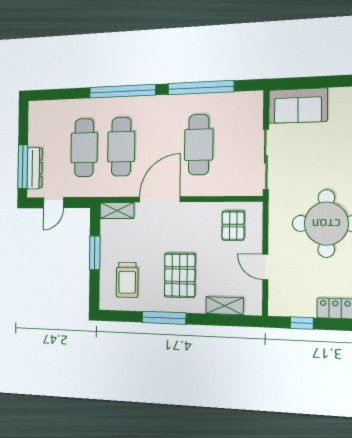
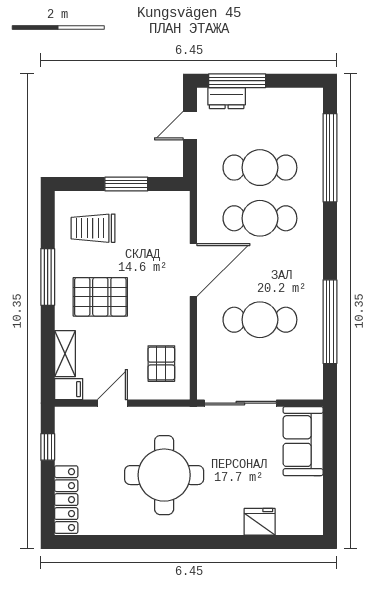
window: (122, 91) -> (330, 158), moved
dresser: (35, 168) -> (227, 98), width x0.70
door: (160, 199) -> (193, 270), hinge flipped
door: (53, 203) -> (190, 126), hinge flipped
shelving: (117, 210) -> (180, 214), removed
pallet: (233, 226) -> (161, 364), turned 90
filing cabinet: (253, 304) -> (69, 389), added

